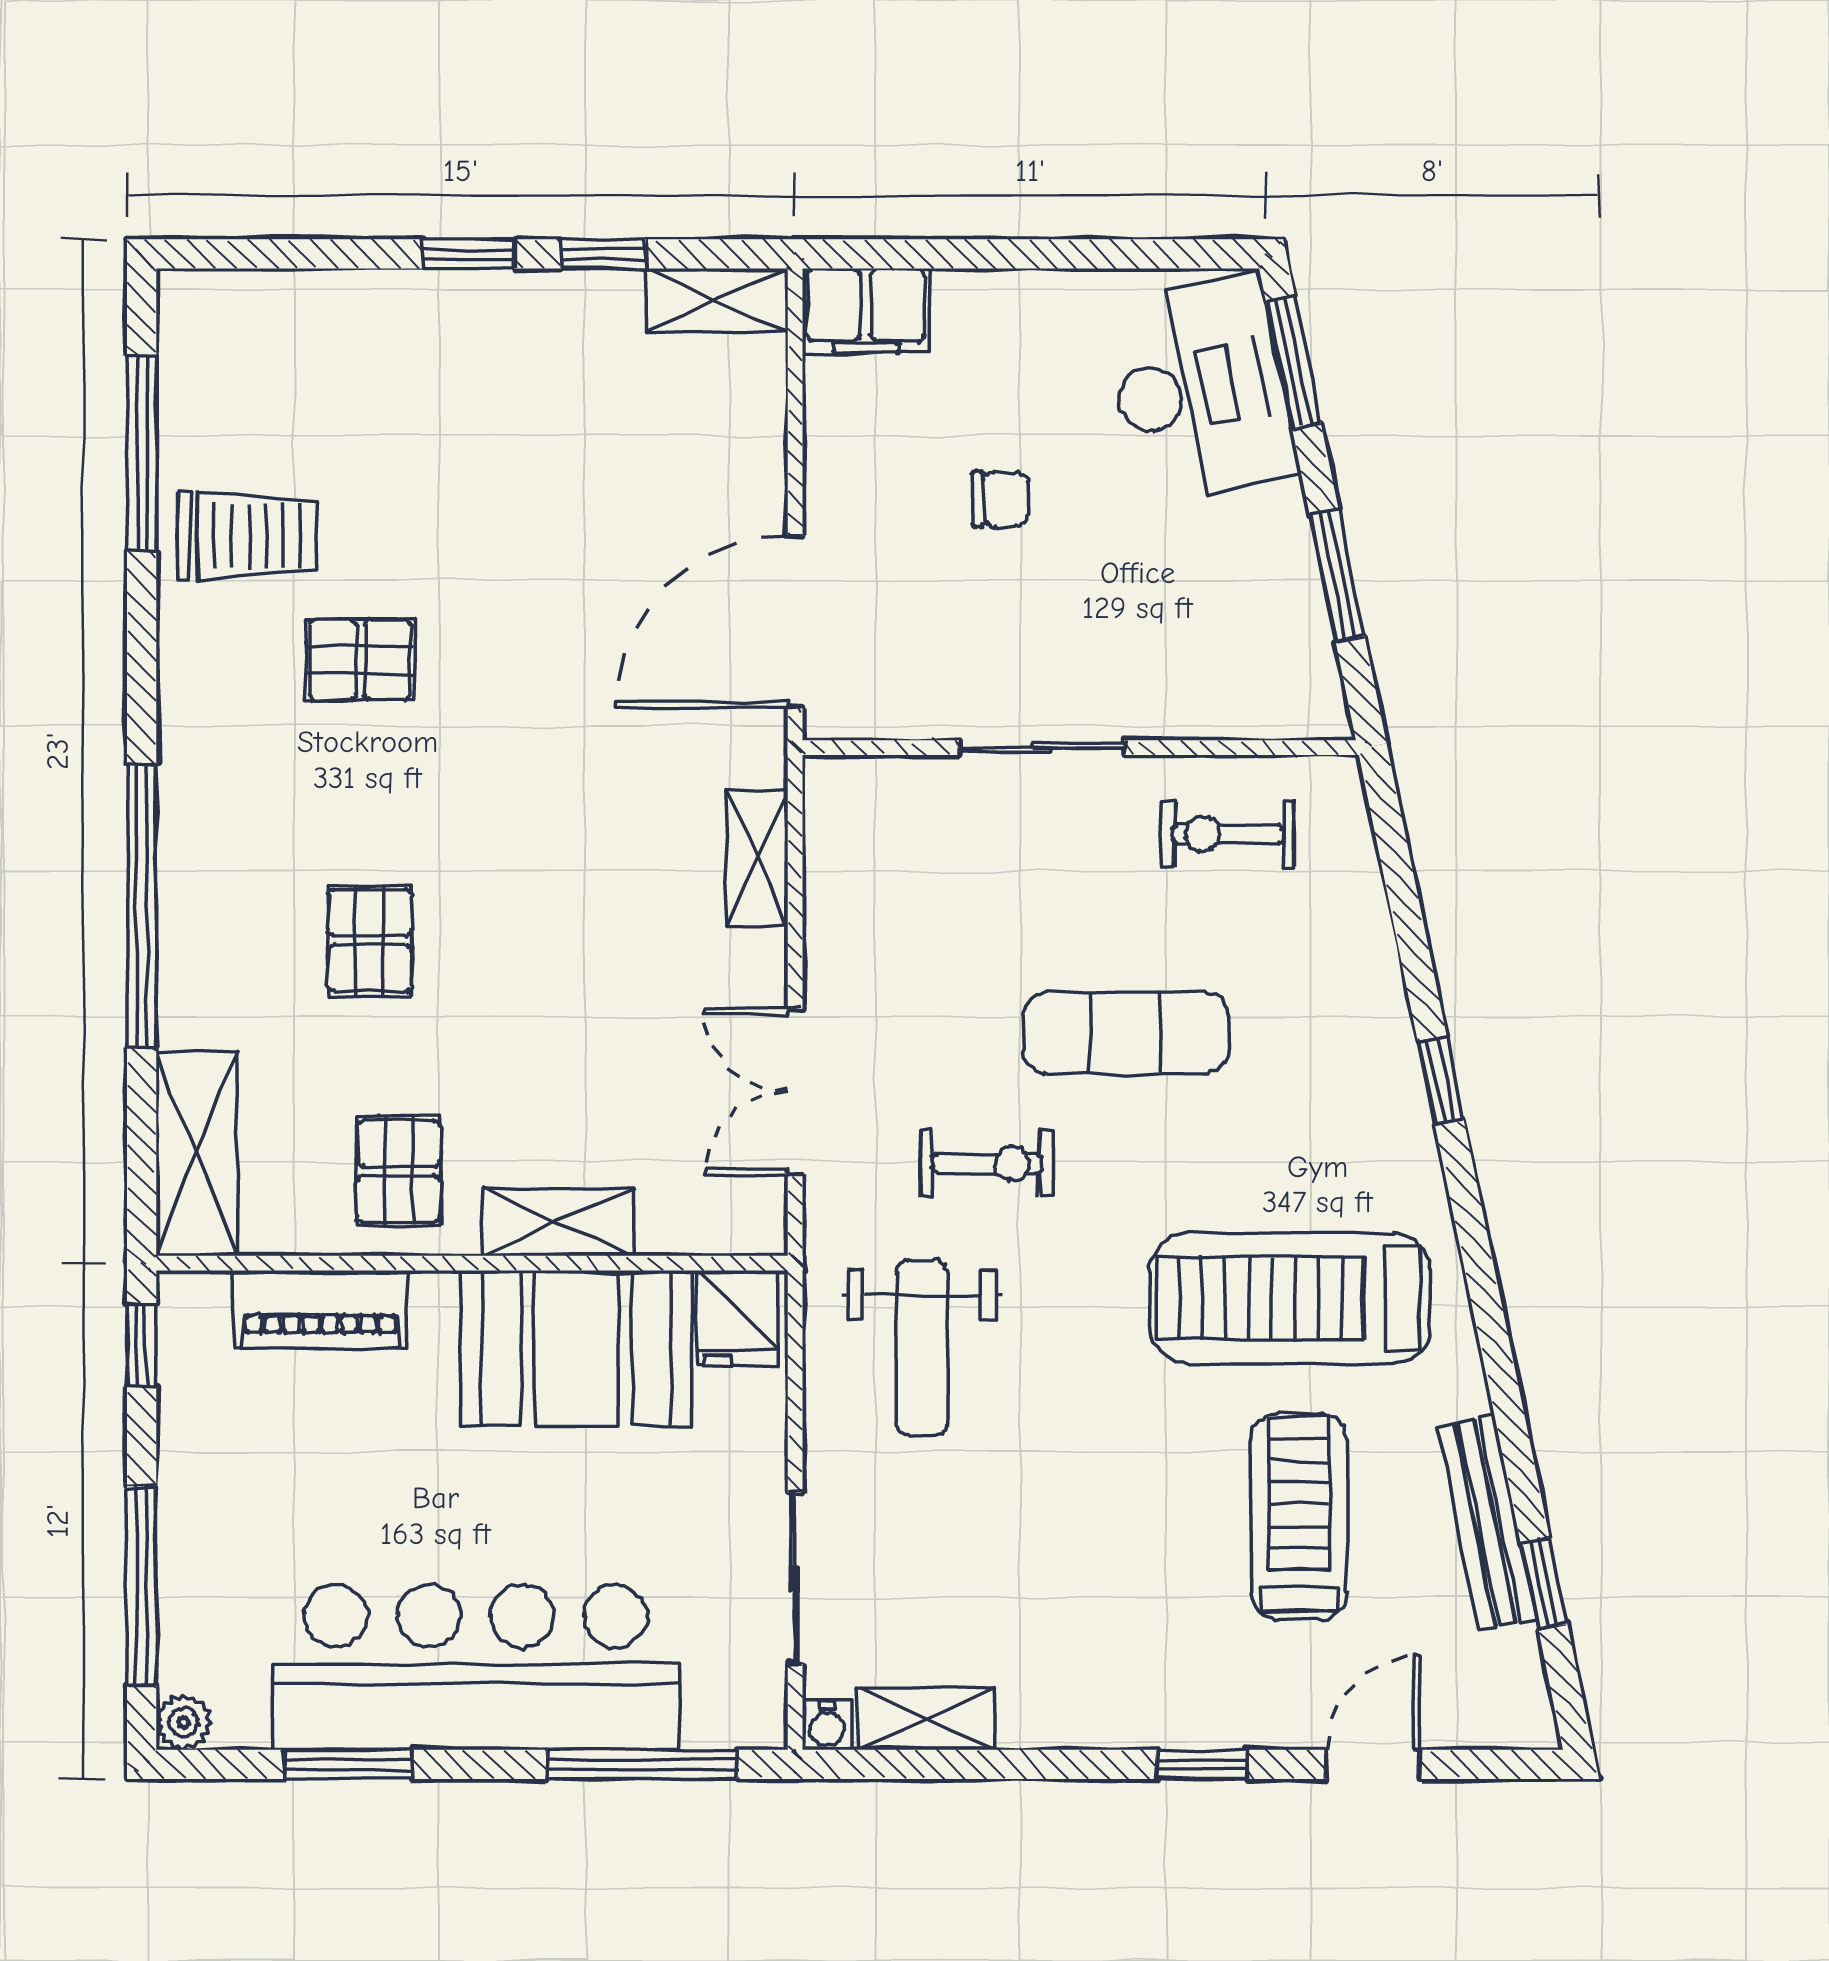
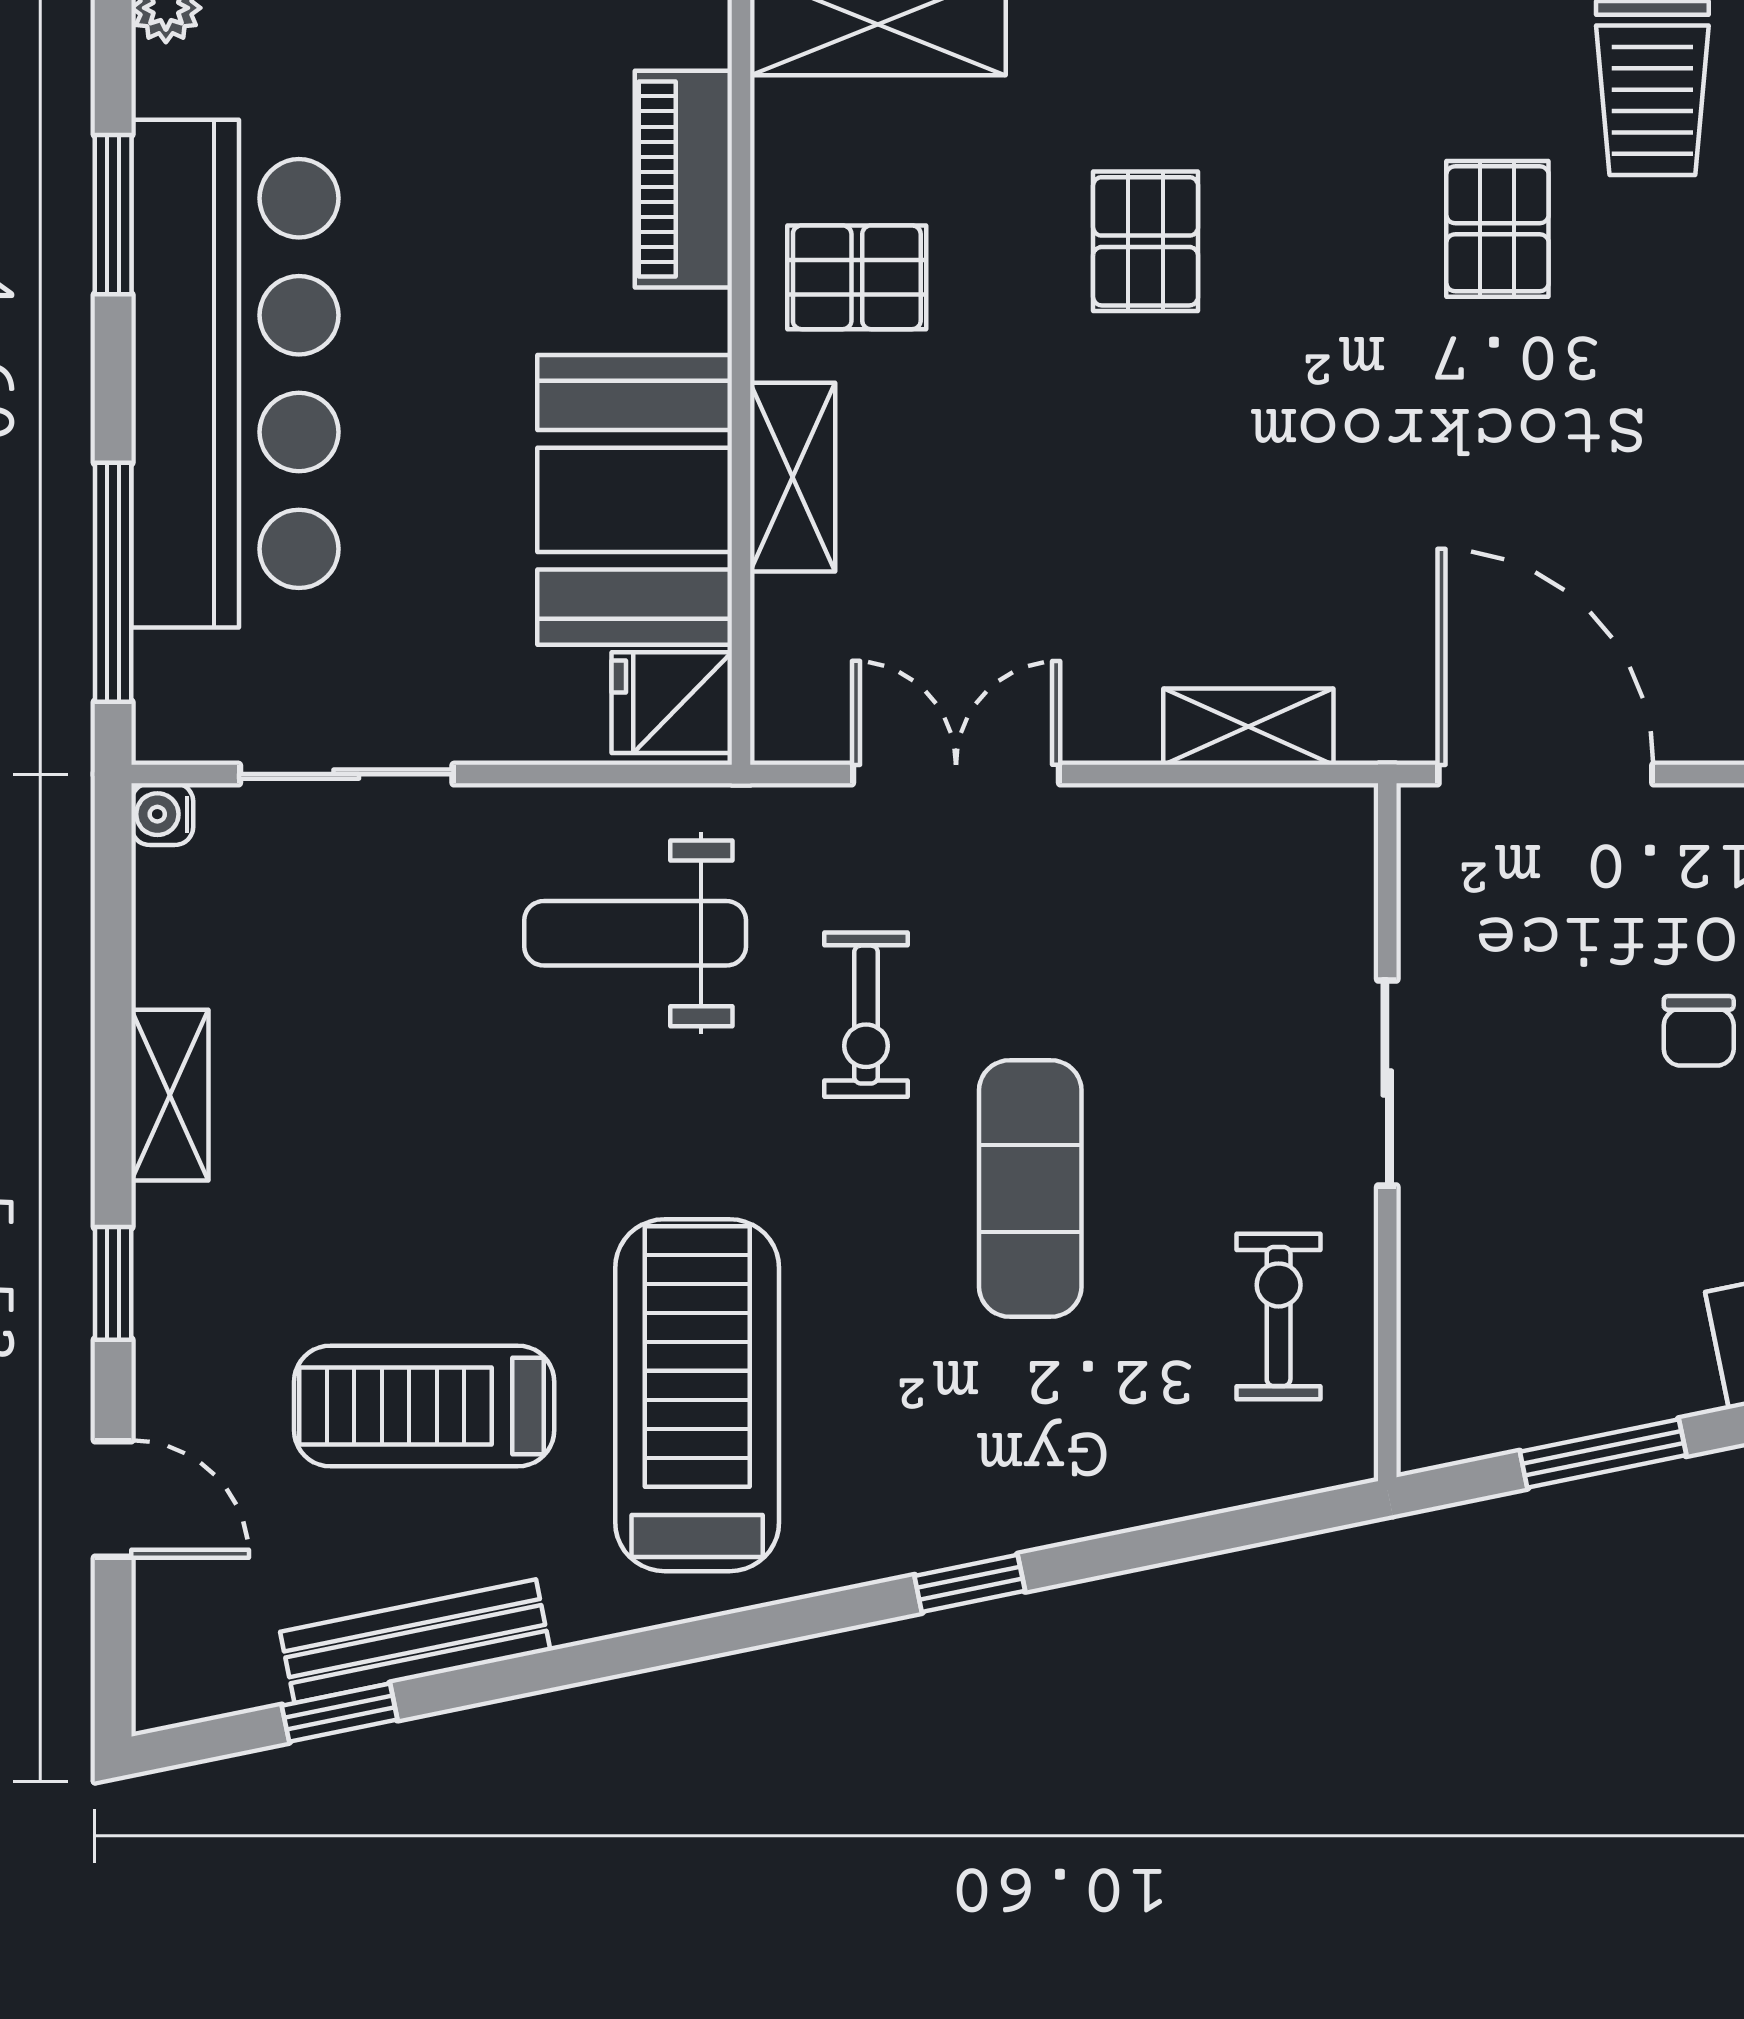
pallet: (370, 941) -> (1146, 241), turned 90
treadmill: (1299, 1516) -> (424, 1406), turned 180
shelving: (926, 1719) -> (170, 1095), moved

